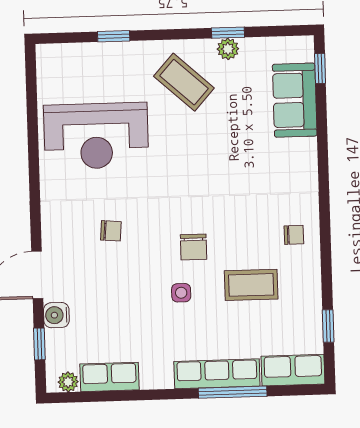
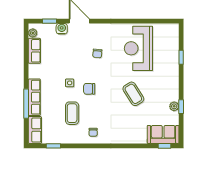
coffee table: (184, 82) -> (133, 94), moved, turned -74
sofa: (295, 100) -> (163, 134), moved

